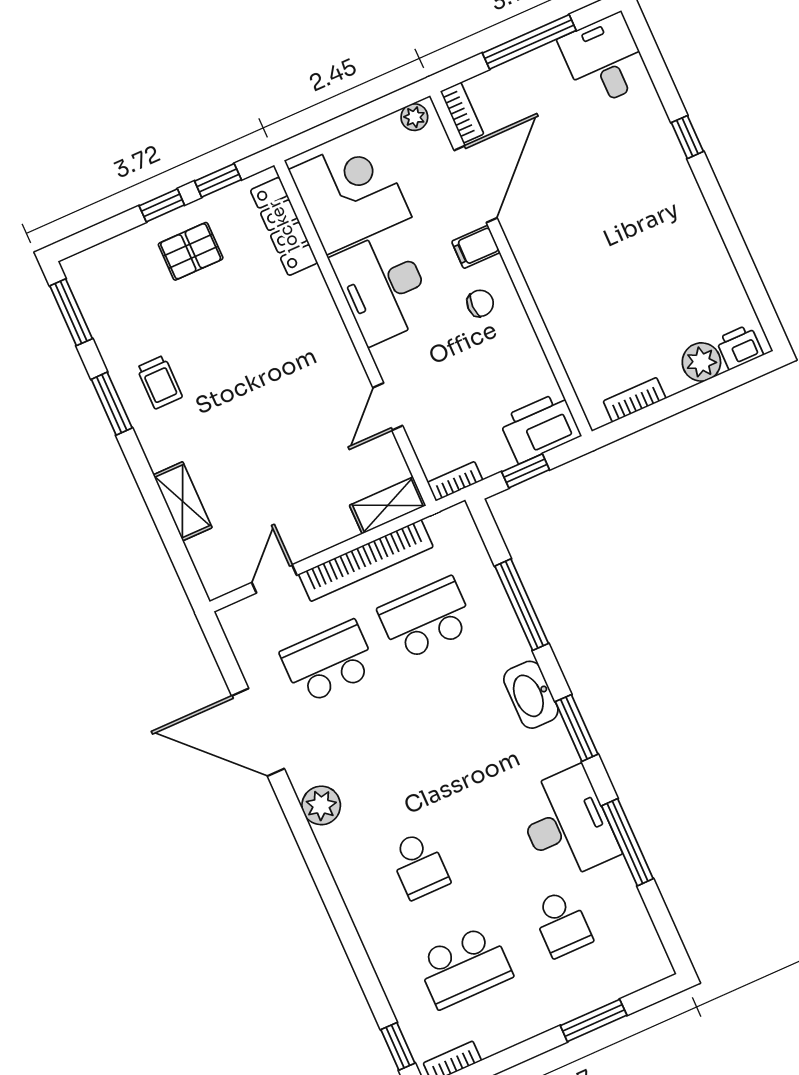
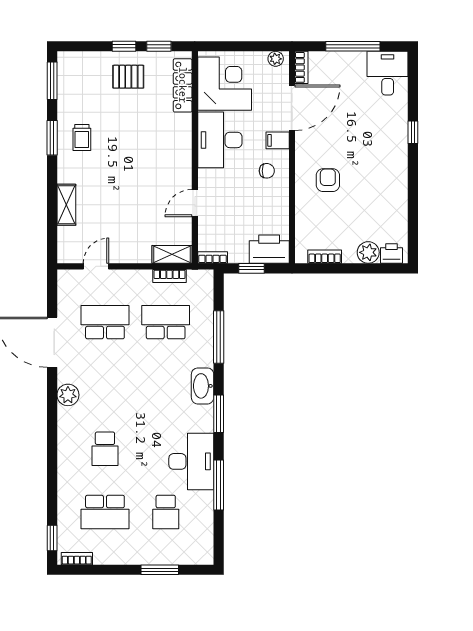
armchair: (585, 275) -> (328, 180), added
bookcase: (366, 561) -> (170, 276), width x0.43, depth x0.76

